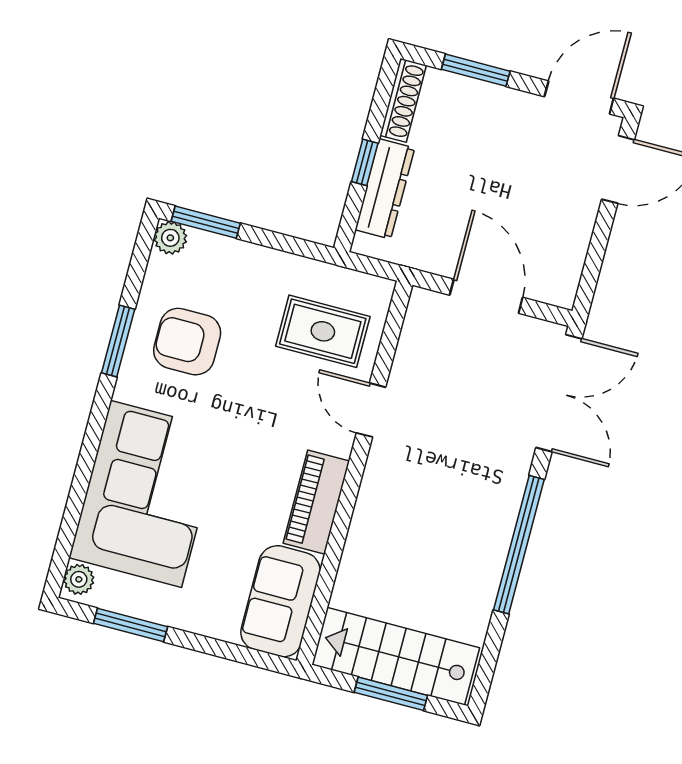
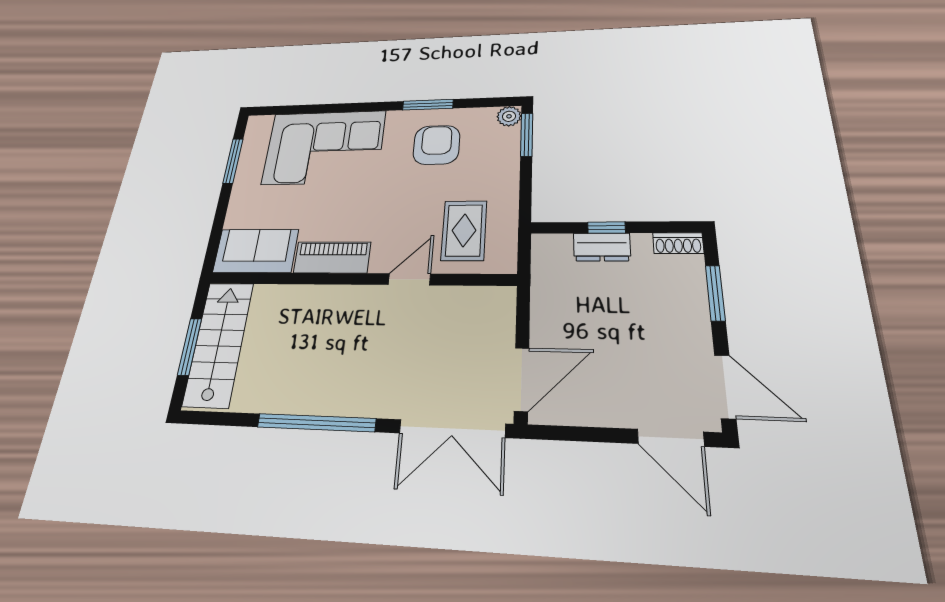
shoe rack: (403, 100) -> (678, 243), width x0.70
dresser: (385, 189) -> (602, 247), width x0.70
door: (486, 296) -> (522, 379), moved
plant: (79, 579) -> (262, 124), removed

